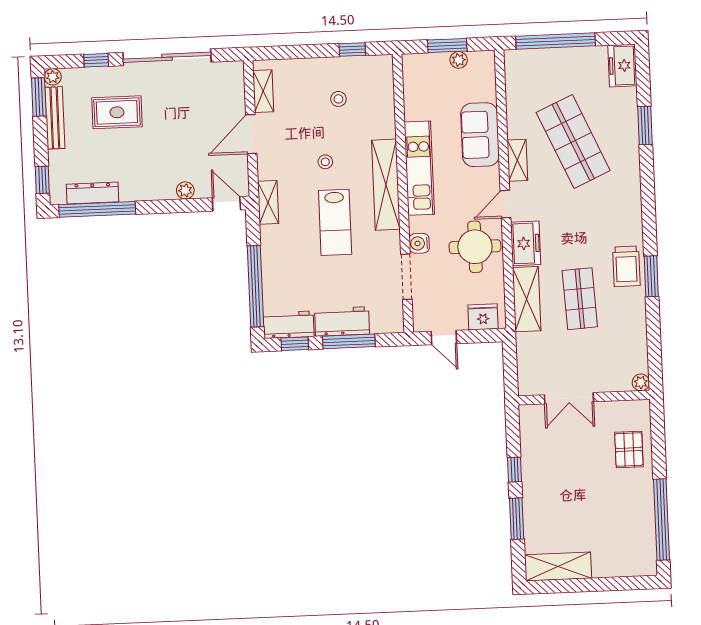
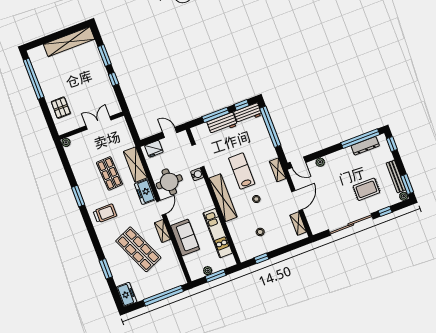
kitchen unit: (419, 168) -> (218, 233), moved
trolley: (626, 266) -> (105, 213), moved, turned 90
shelving: (558, 567) -> (69, 42), width x1.47

